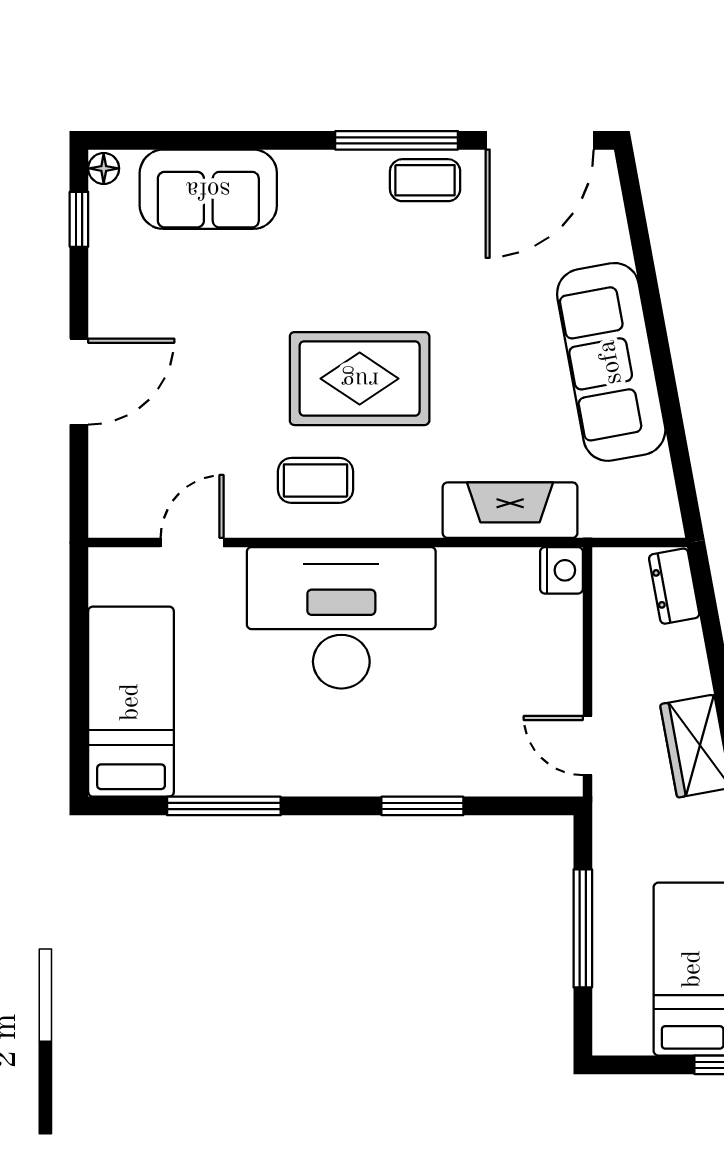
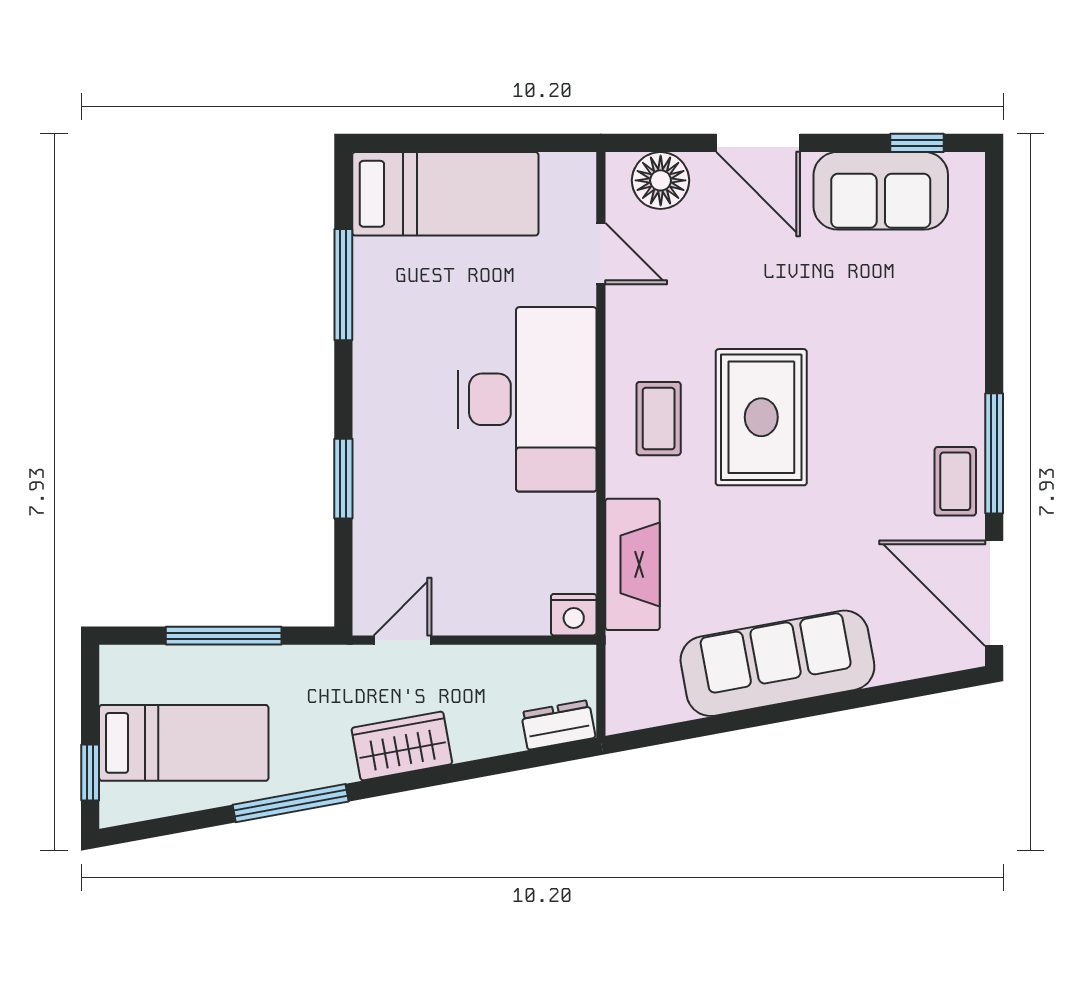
floor lamp: (104, 168) -> (661, 180), moved, width x1.89, depth x1.89
sofa: (208, 189) -> (881, 191), moved, turned -90
coffee table: (315, 480) -> (659, 419), moved

